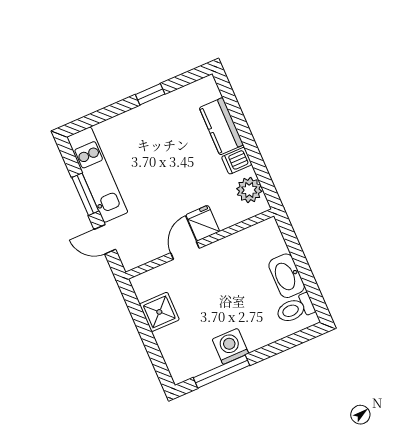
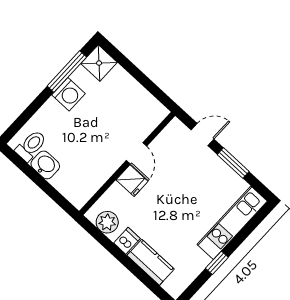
kitchen unit: (97, 175) -> (232, 223), moved, turned 90
washbasin: (287, 276) -> (45, 165), width x0.72
shower: (159, 312) -> (99, 63), moved

